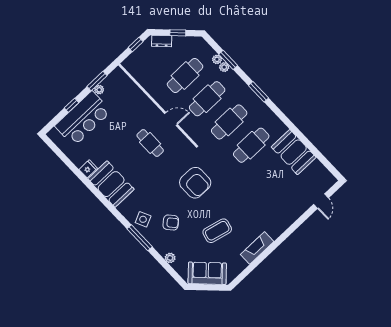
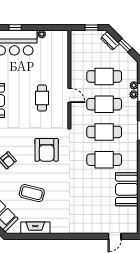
window: (97, 81) -> (46, 27), removed
fireplace: (257, 248) -> (35, 228), moved

